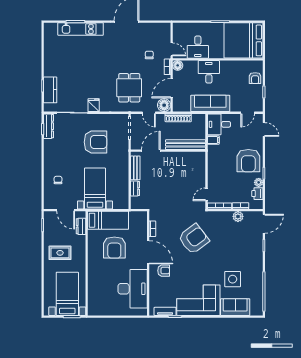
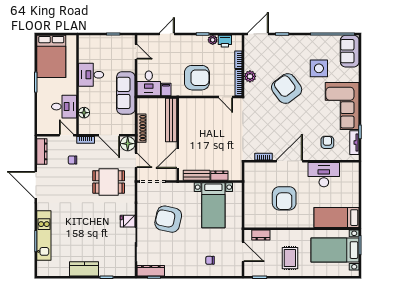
dresser: (157, 27) -> (42, 151), added
bed: (244, 40) -> (51, 56), width x0.73
door: (172, 49) -> (66, 135), hinge flipped
floor lamp: (178, 65) -> (84, 113), moved
desk: (209, 72) -> (91, 75), moved
armchair: (255, 78) -> (98, 44), removed
kitchen counter: (50, 90) -> (84, 269), moved
door: (149, 113) -> (136, 160), hinge flipped
door: (264, 129) -> (167, 34), moved
armchair: (95, 142) -> (168, 219), turned -78
door: (151, 151) -> (178, 158), hinge flipped
armchair: (248, 161) -> (197, 78), moved
bed with nightstands: (95, 188) -> (213, 205), moved, turned -90
door: (66, 210) -> (243, 252), hinge flipped
plant: (238, 216) -> (250, 76), moved
bed: (108, 220) -> (337, 218), moved, turned -90
door: (264, 224) -> (258, 34), hinge flipped
armchair: (194, 239) -> (287, 89), moved
armchair: (114, 248) -> (284, 198), turned 90
armchair: (164, 271) -> (327, 142), moved
desk: (133, 289) -> (324, 175), width x0.73, depth x0.77
sofa: (235, 307) -> (350, 51), moved

